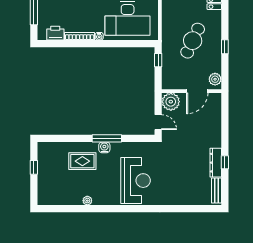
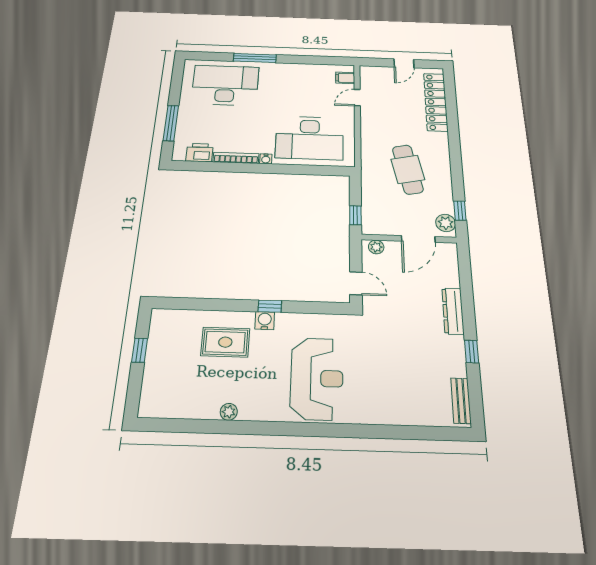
cafe table: (193, 41) -> (408, 169), turned -37
window: (225, 47) -> (460, 211), moved
window: (158, 60) -> (355, 215), moved
plant: (171, 102) -> (376, 247), width x0.53, depth x0.53
window: (107, 138) -> (270, 306), width x0.46
dresser: (216, 163) -> (453, 311), moved

